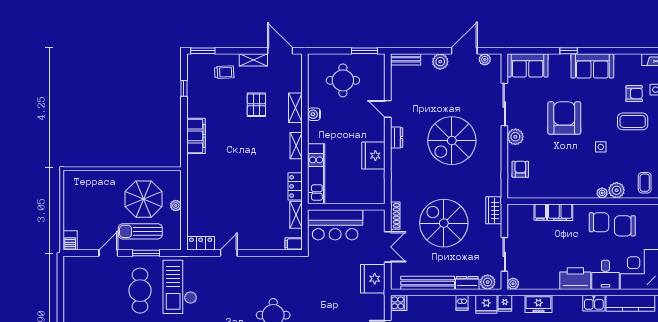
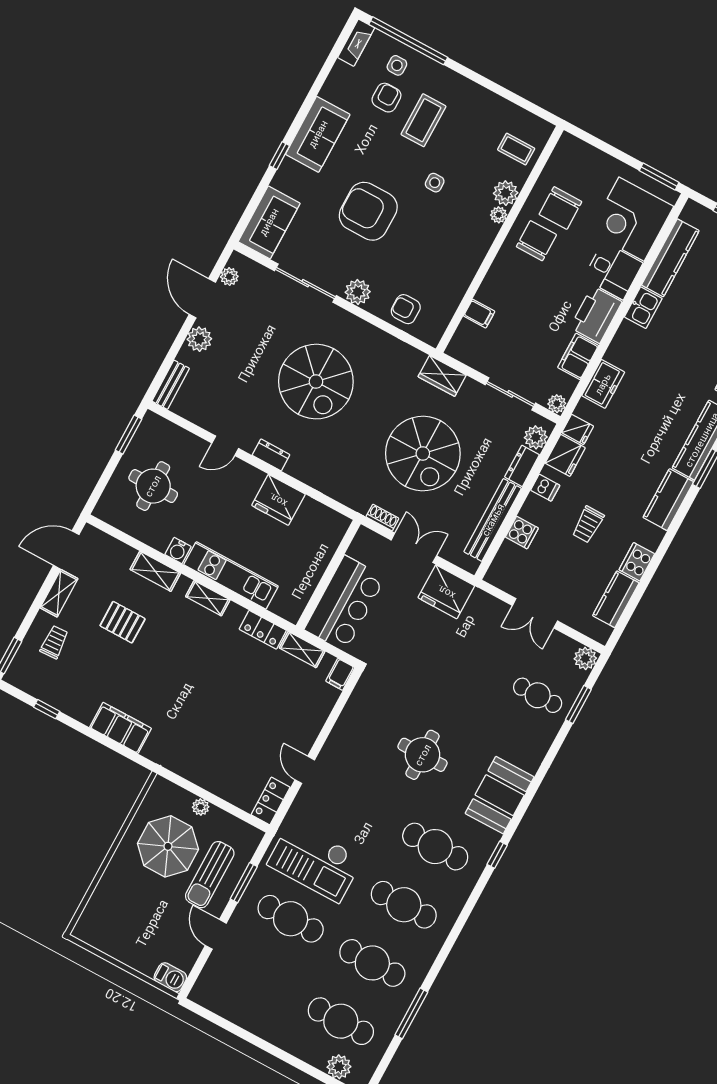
kitchen unit: (316, 174) -> (231, 575), moved
filing cabinet: (560, 212) -> (578, 356), moved, turned 180
shoe rack: (395, 216) -> (382, 518), width x0.70
spiral stairs: (444, 223) -> (423, 454), turned -90
cooker: (399, 303) -> (522, 532), moved, turned 90

